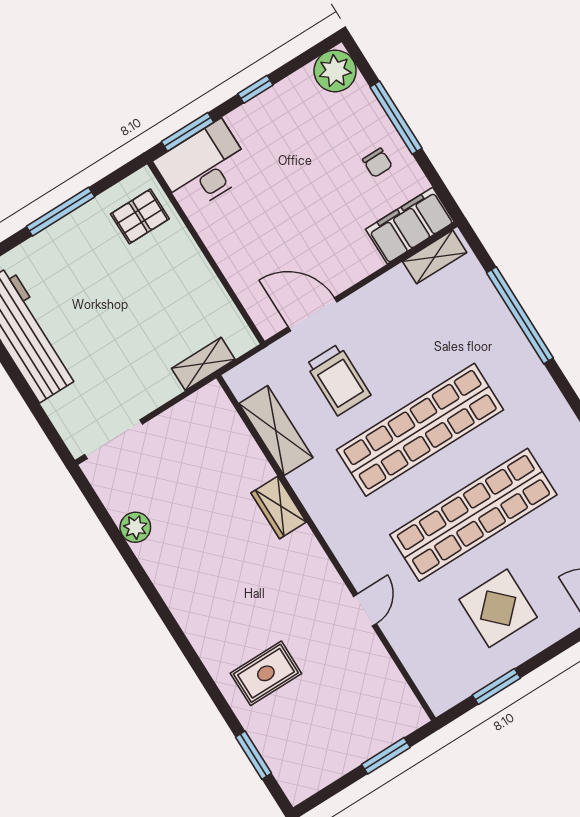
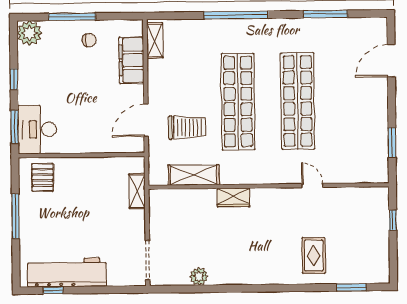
filing cabinet: (410, 226) -> (131, 60), moved
window: (520, 315) -> (236, 15), moved
display table: (498, 608) -> (353, 117), removed
window: (386, 756) -> (393, 220), width x0.67

